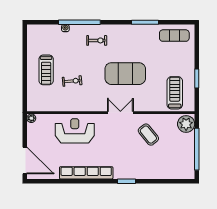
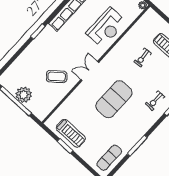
treadmill: (175, 93) -> (71, 133), moved
double door: (120, 113) -> (90, 71), swing flipped
plant: (186, 124) -> (24, 95), moved

